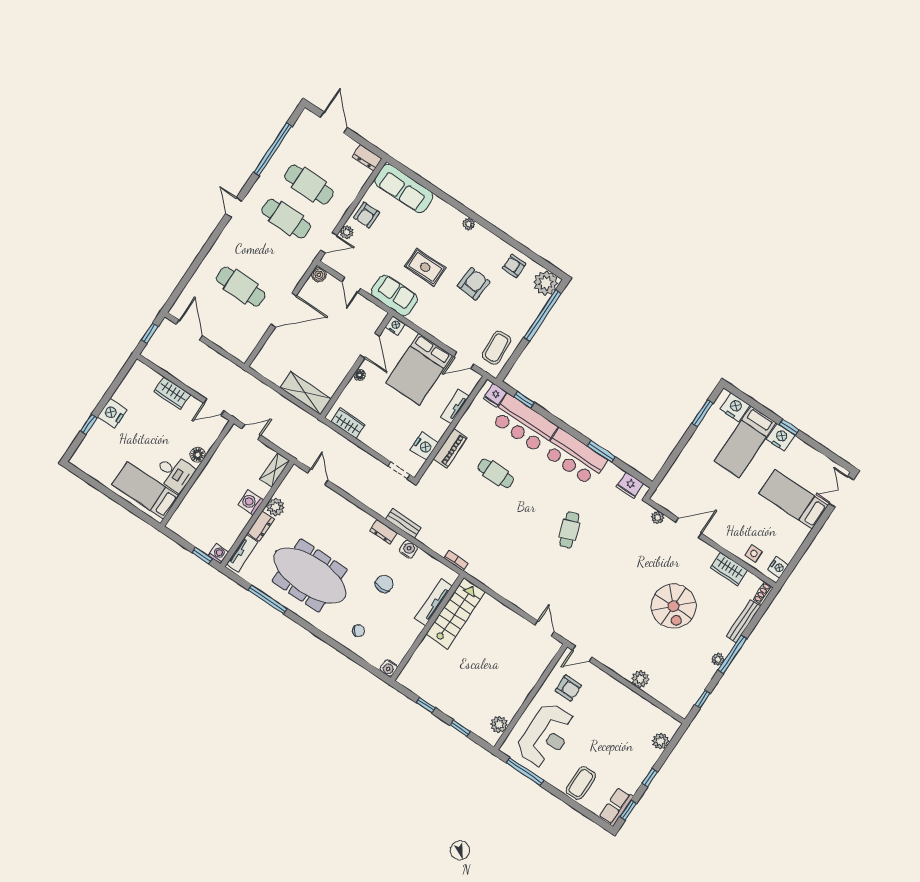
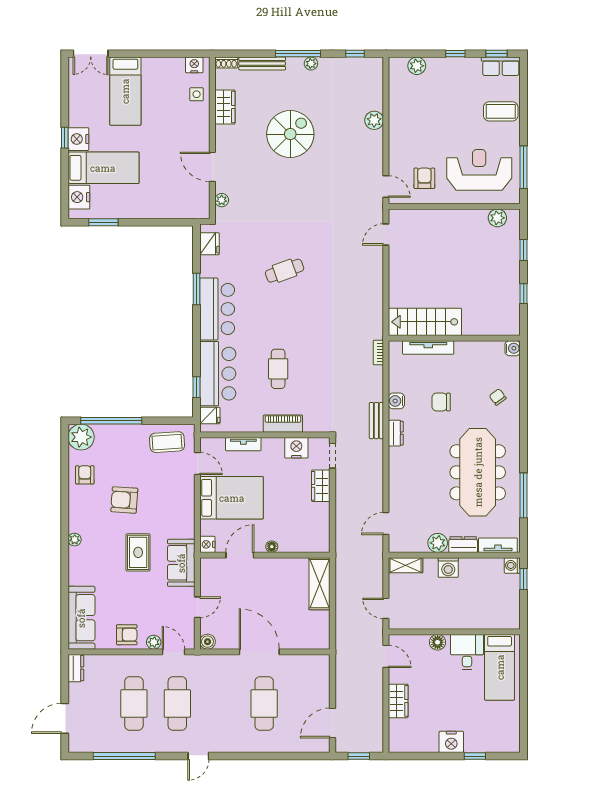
armchair: (514, 266) -> (85, 475), turned 180
wardrobe: (348, 423) -> (321, 486), moved

